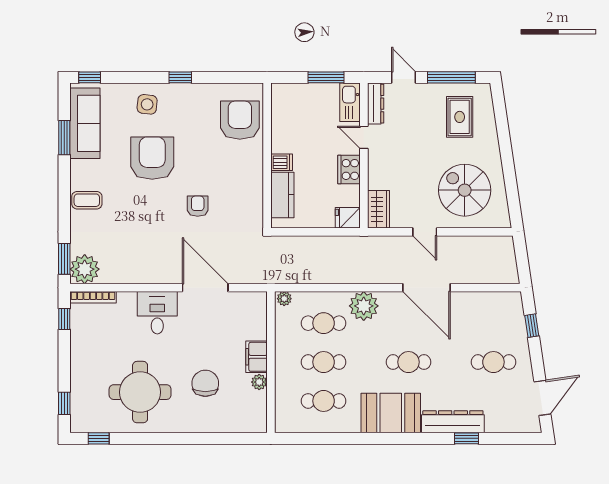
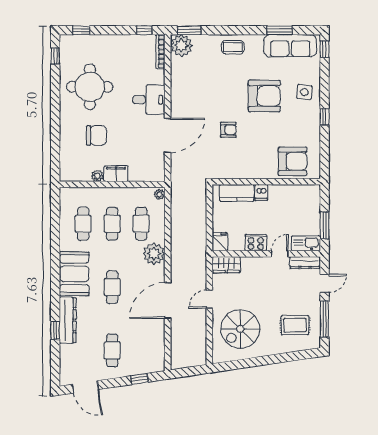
spiral stairs: (465, 190) -> (240, 329), turned 180
coffee table: (87, 200) -> (233, 47), turned 90

